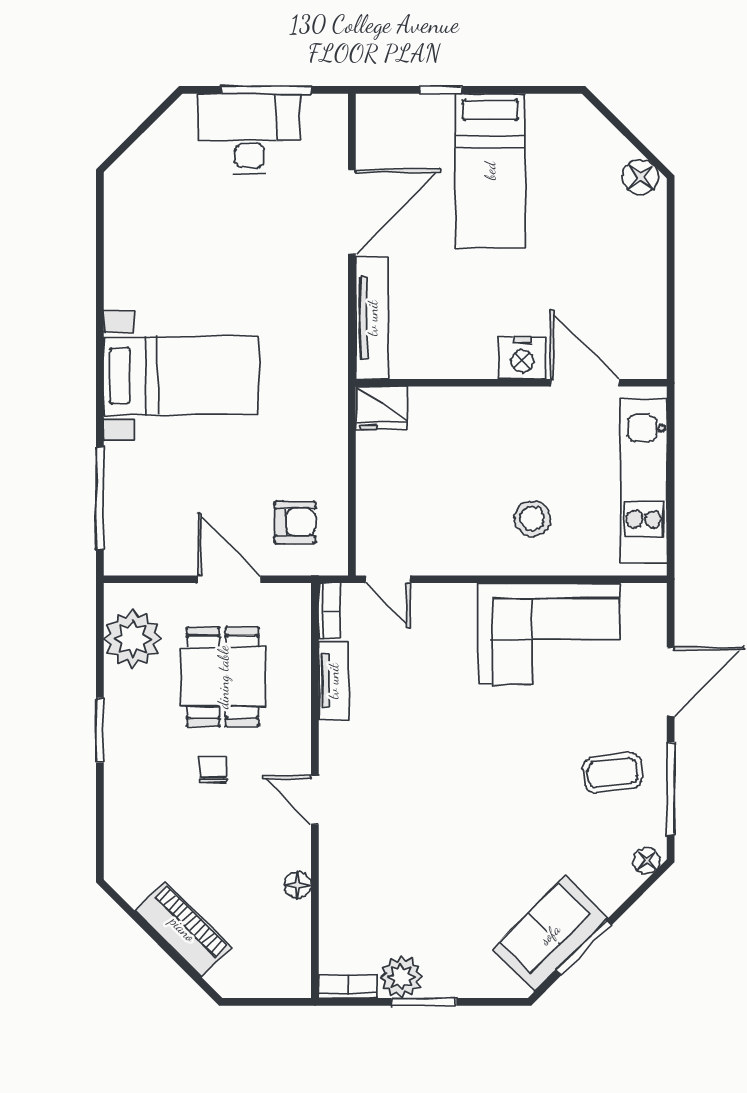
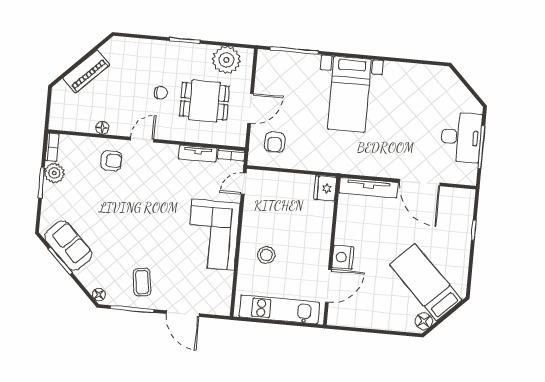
bed: (490, 171) -> (426, 282), moved, turned 45
corner sofa: (549, 634) -> (213, 235), moved
armchair: (365, 860) -> (111, 161), added

